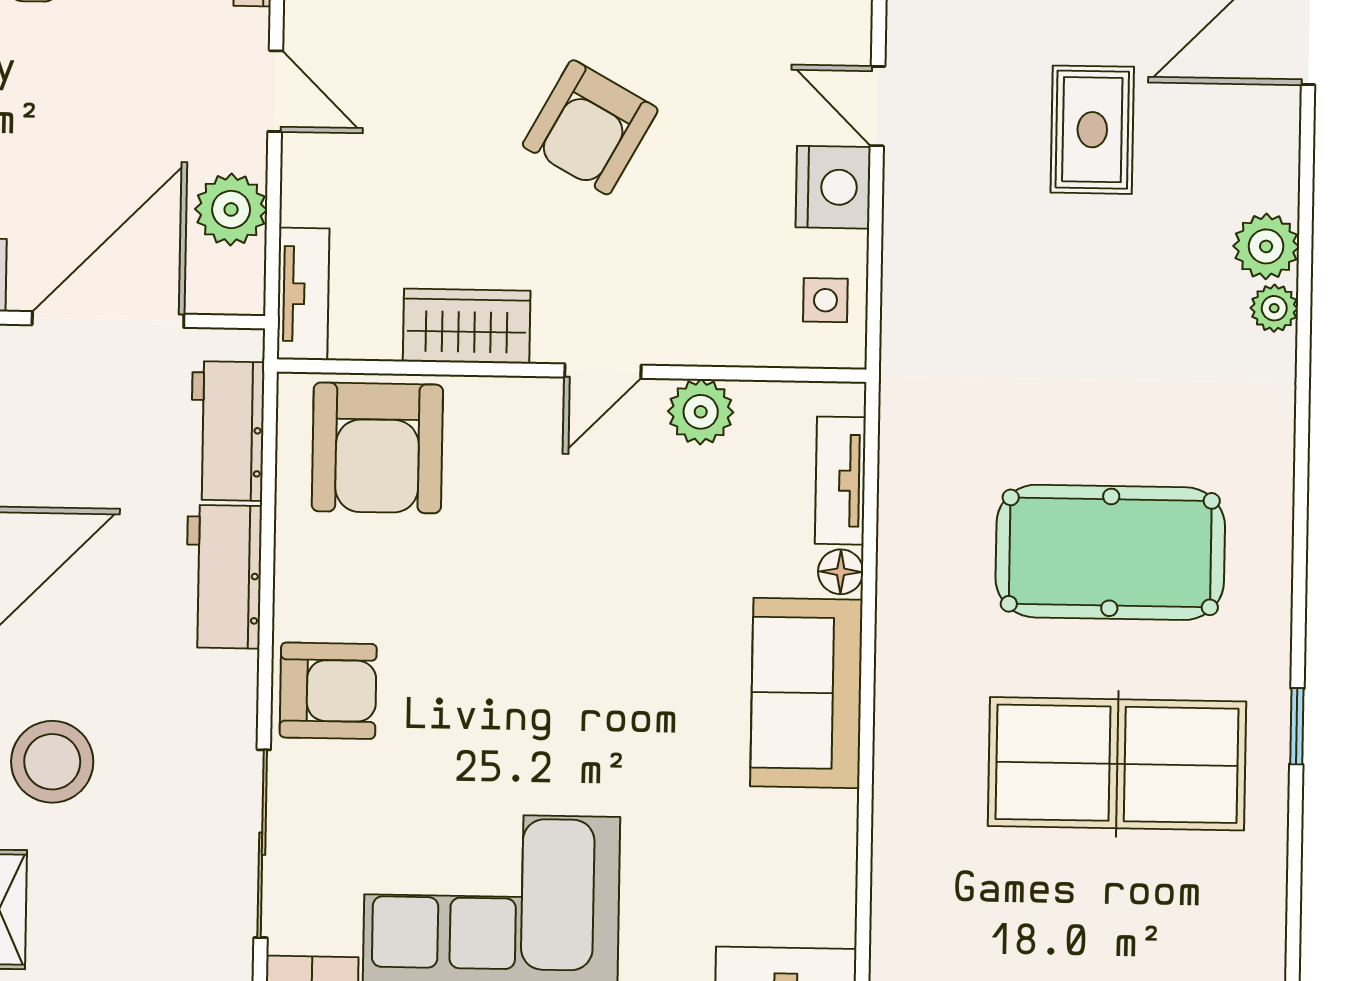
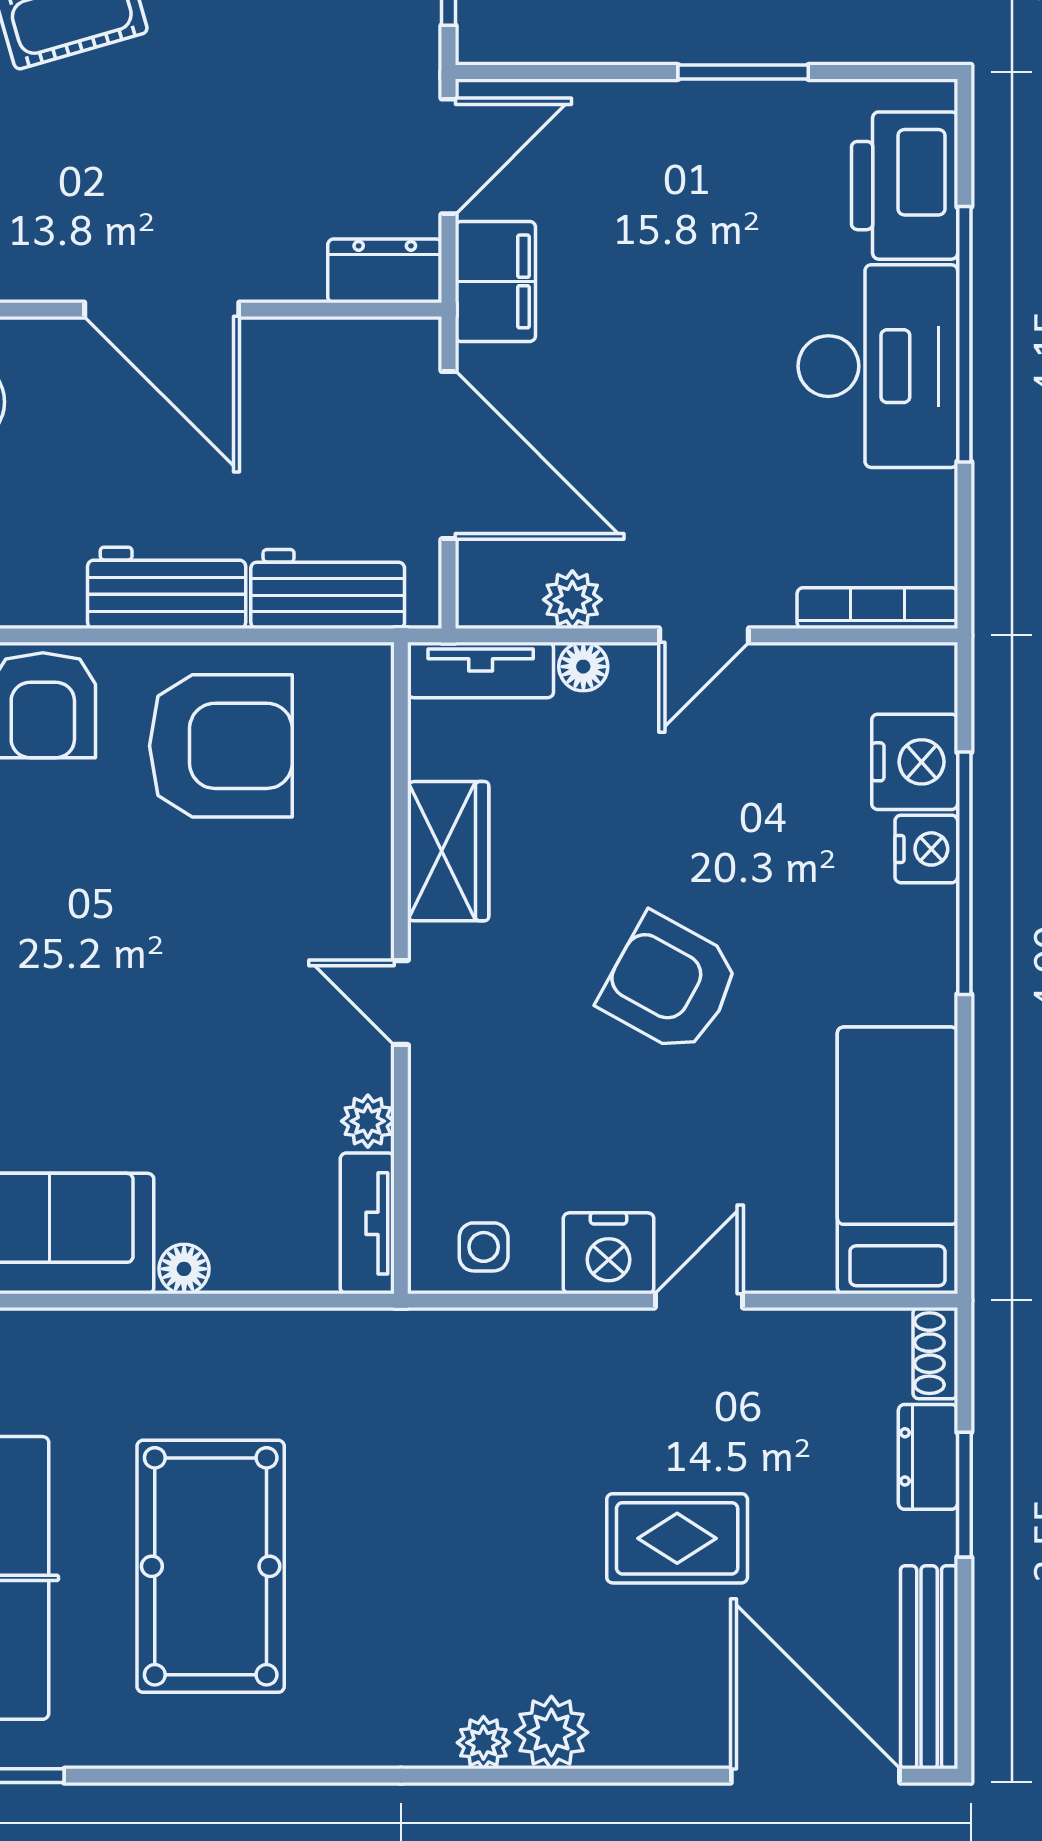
floor lamp: (302, 201) -> (583, 667), added
plant: (231, 209) -> (572, 600), width x0.73, depth x0.73
plant: (701, 412) -> (368, 1121), width x0.73, depth x0.73
armchair: (377, 448) -> (221, 746), moved, turned 180
tv unit: (840, 481) -> (367, 1223), moved, turned -90

